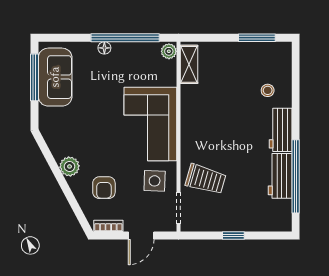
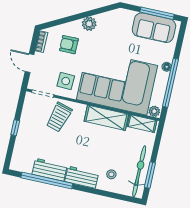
bicycle: (255, 54) -> (139, 171), added
shelving: (192, 114) -> (106, 118), added
corner sofa: (150, 124) -> (117, 82), width x1.36, depth x1.36

